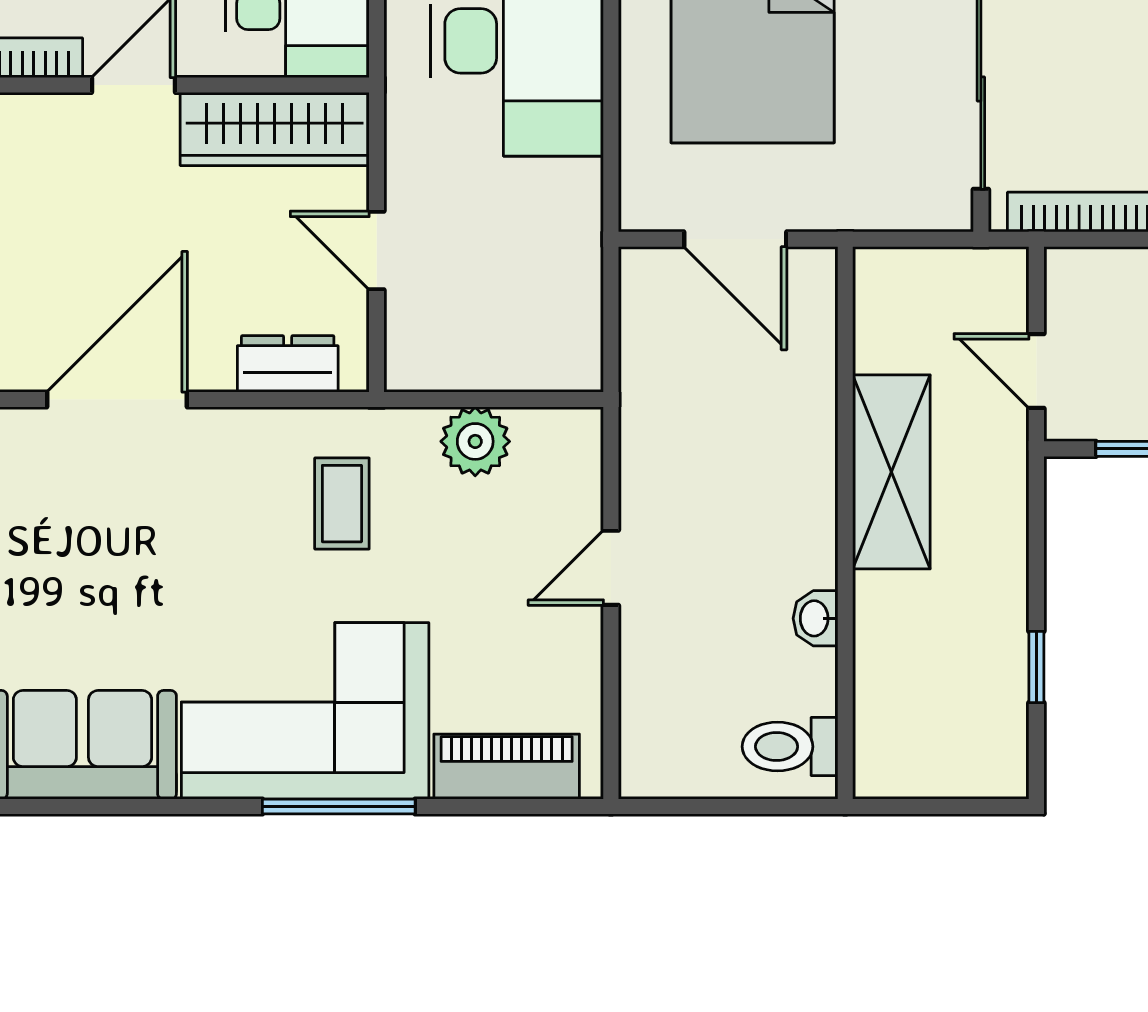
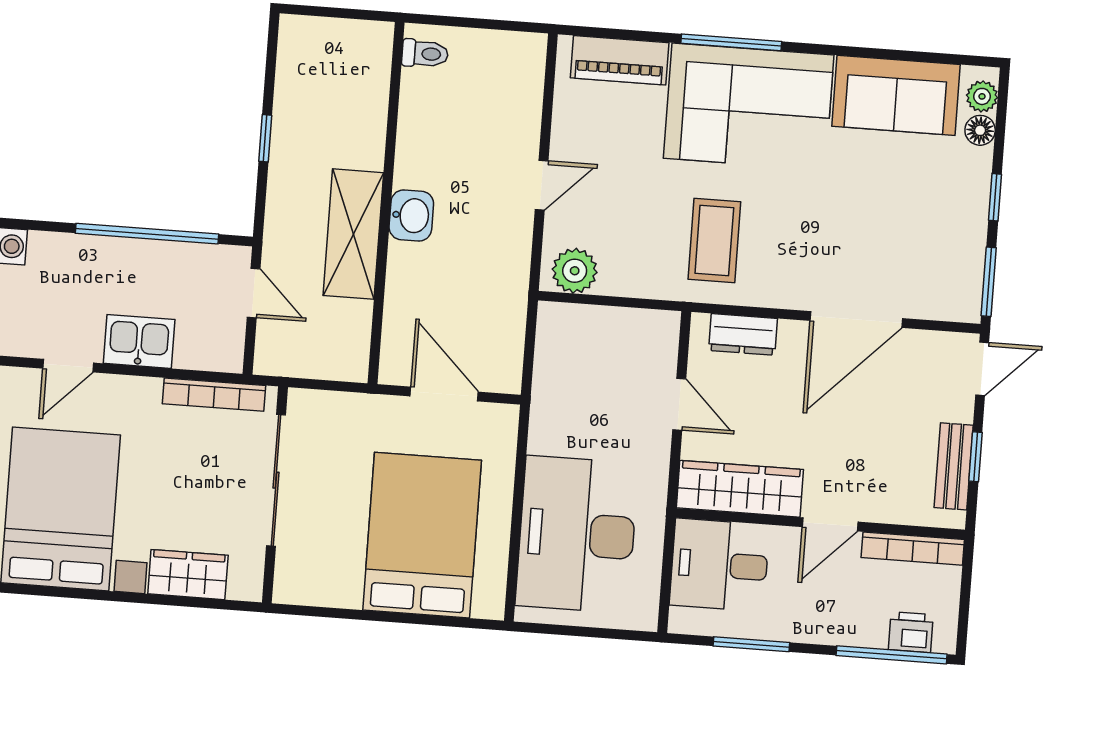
plant: (475, 441) -> (575, 271), moved
coffee table: (342, 504) -> (714, 240), width x1.36, depth x1.30
washbasin: (815, 618) -> (411, 215), moved, width x1.38, depth x1.45
window: (1036, 667) -> (265, 138), moved
toilet: (790, 747) -> (425, 54), width x0.73, depth x0.72

